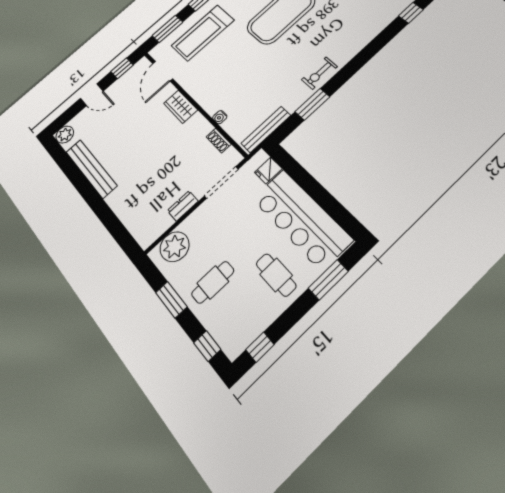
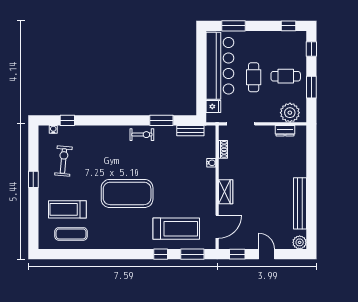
bench: (266, 129) -> (190, 131), width x0.73
dresser: (183, 206) -> (285, 131), moved
cafe table: (276, 275) -> (254, 77), moved

